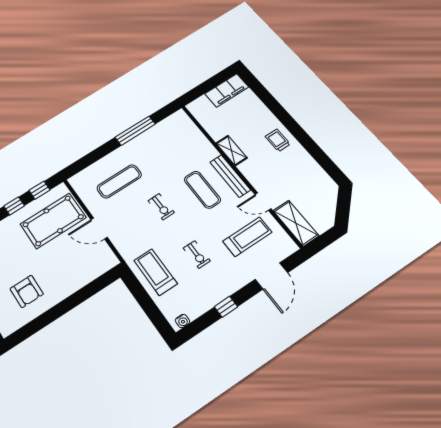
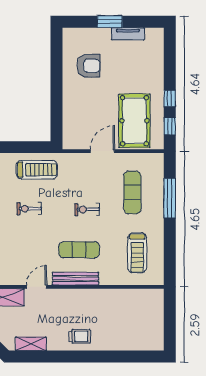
filing cabinet: (227, 90) -> (154, 331), removed
window: (135, 131) -> (170, 198), moved
shelving: (232, 151) -> (31, 344), moved
treadmill: (247, 237) -> (137, 253), moved
armchair: (27, 291) -> (89, 66), turned 180

